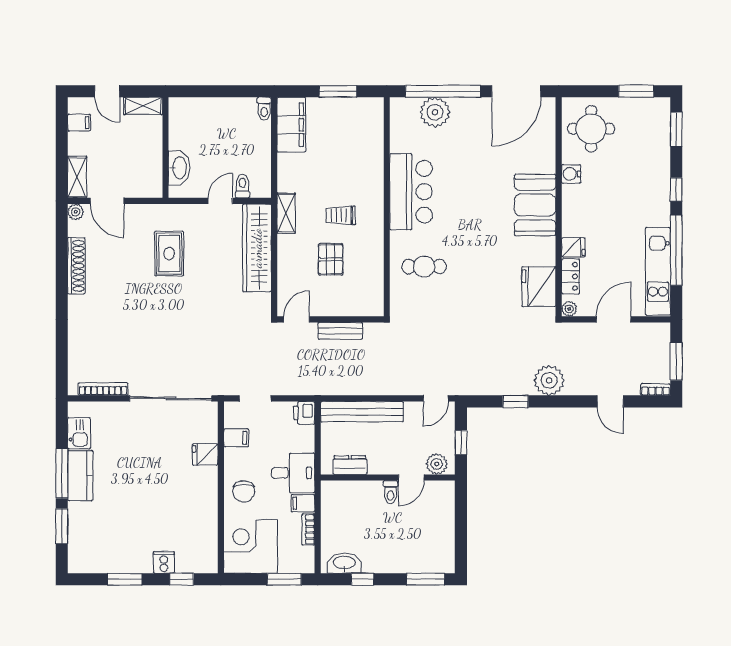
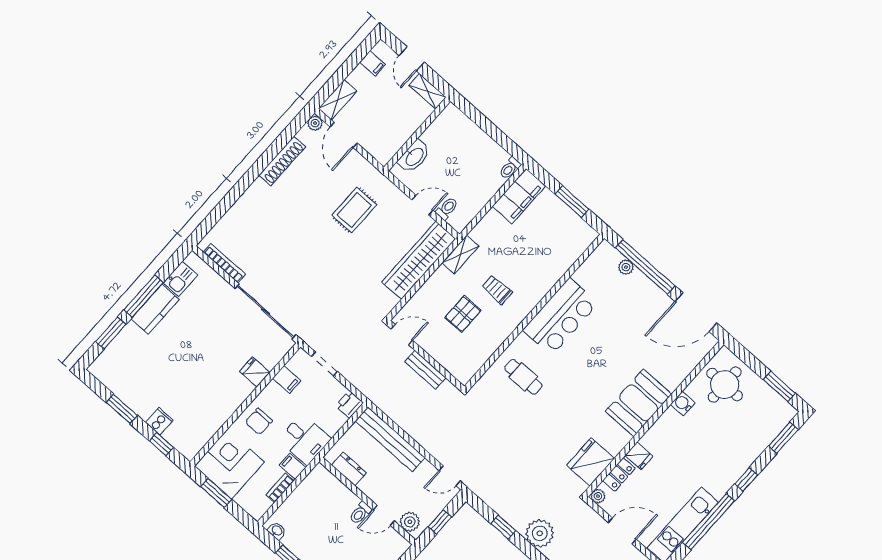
plant: (435, 112) -> (626, 267), width x0.53, depth x0.53
washbasin: (344, 563) -> (277, 531), width x0.52, depth x0.69
window: (284, 579) -> (216, 493), moved

